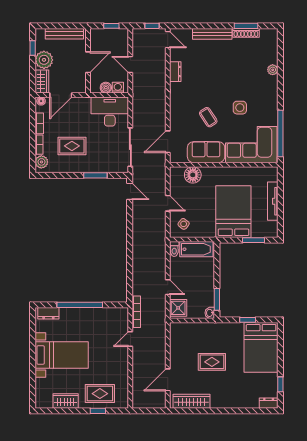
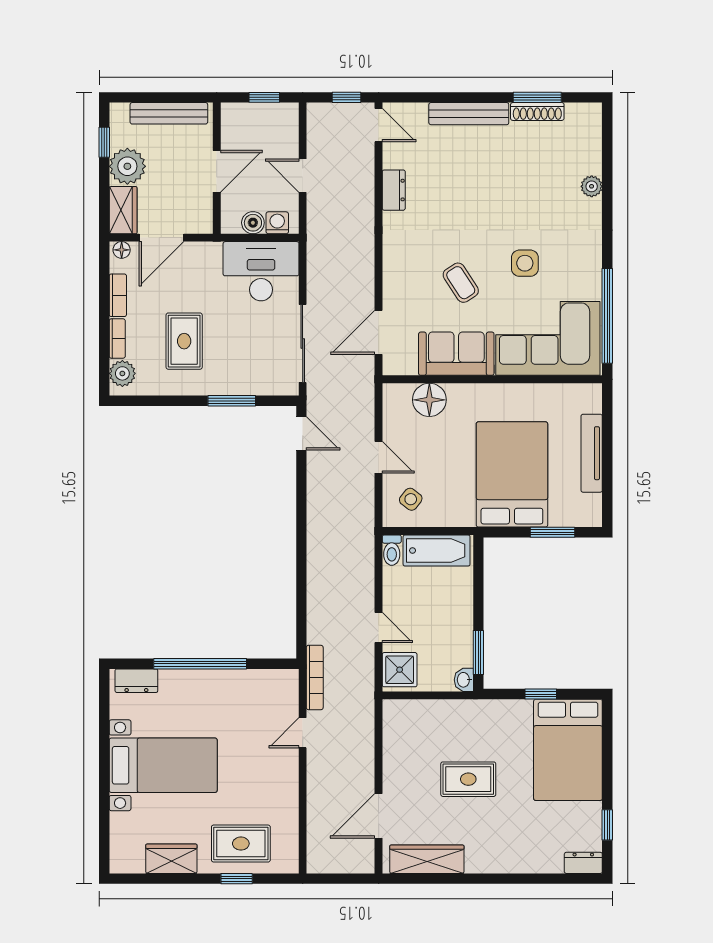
rug: (72, 146) -> (184, 341), turned 90

